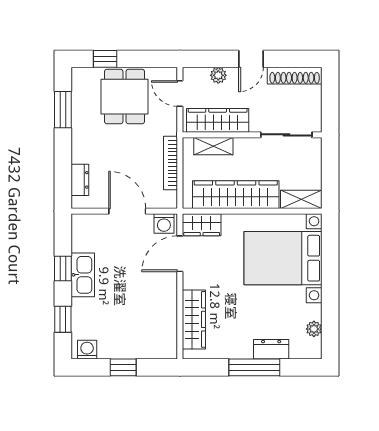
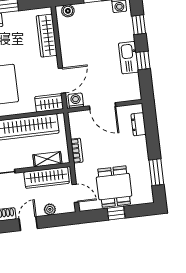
window: (105, 59) -> (116, 213), moved
bookcase: (171, 163) -> (77, 151), width x0.64
boiler: (160, 351) -> (68, 11), added

